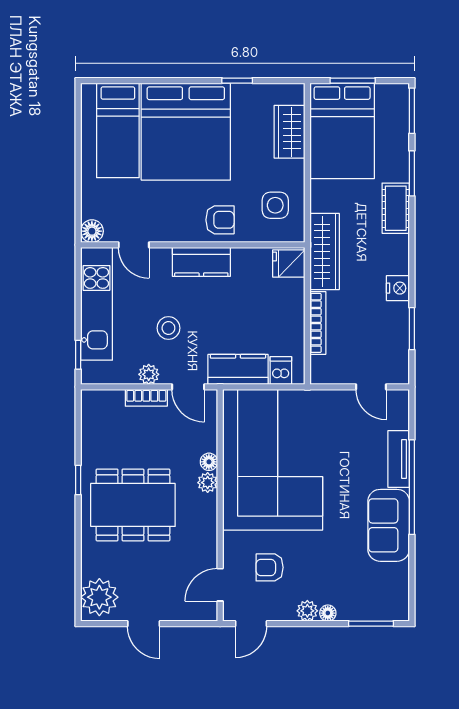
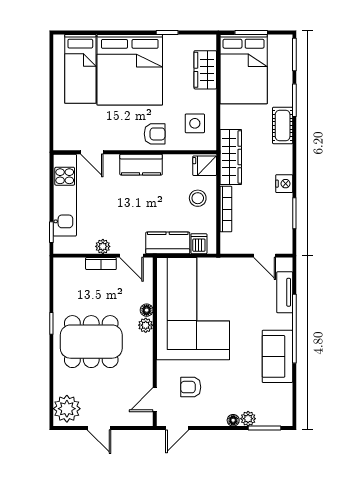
floor lamp: (92, 231) -> (61, 142), removed
stool: (168, 328) -> (198, 198), moved
tv unit: (399, 459) -> (285, 292), moved
plant: (307, 611) -> (248, 419), moved

